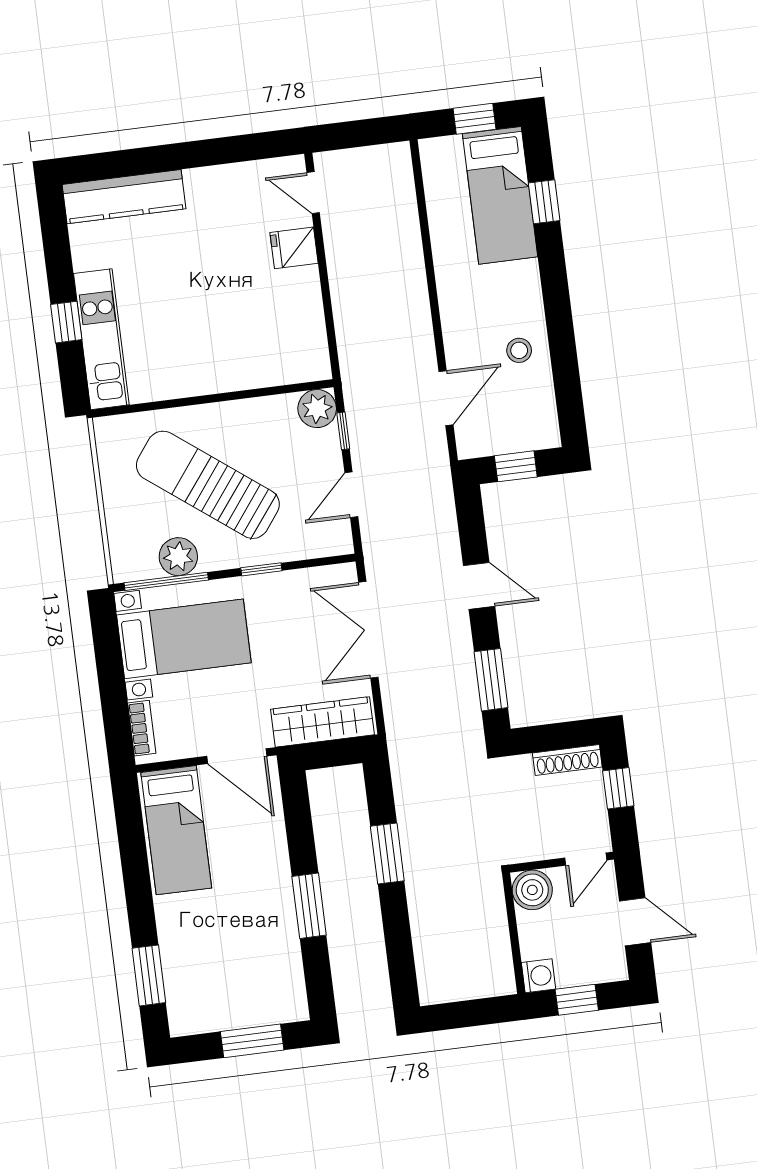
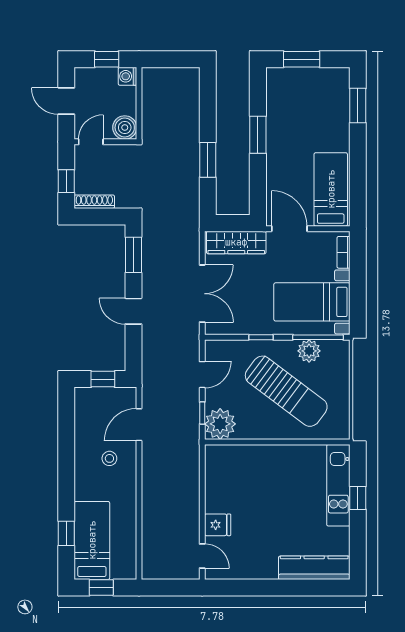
stool: (519, 350) -> (109, 458), moved
plant: (317, 409) -> (220, 424), width x1.36, depth x1.36

